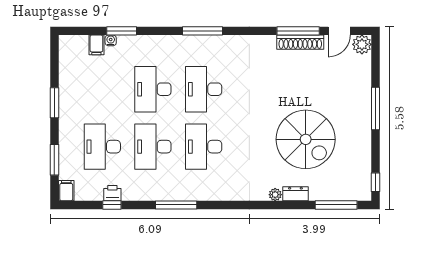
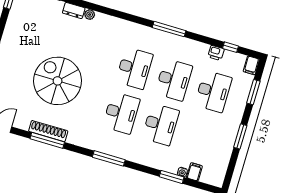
window: (298, 31) -> (47, 140), moved
shoe rack: (300, 42) -> (48, 131), moved
spiral stairs: (306, 139) -> (58, 81), moved
window: (112, 205) -> (231, 47), moved

